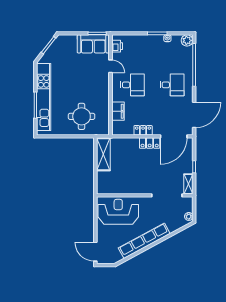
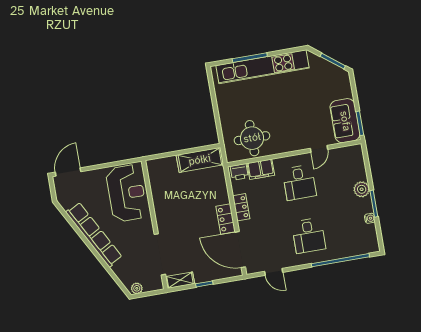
plant: (187, 40) -> (362, 189), moved
printer: (117, 46) -> (239, 172), moved
door: (194, 115) -> (274, 272), width x0.53
round table: (82, 116) -> (252, 138), moved

